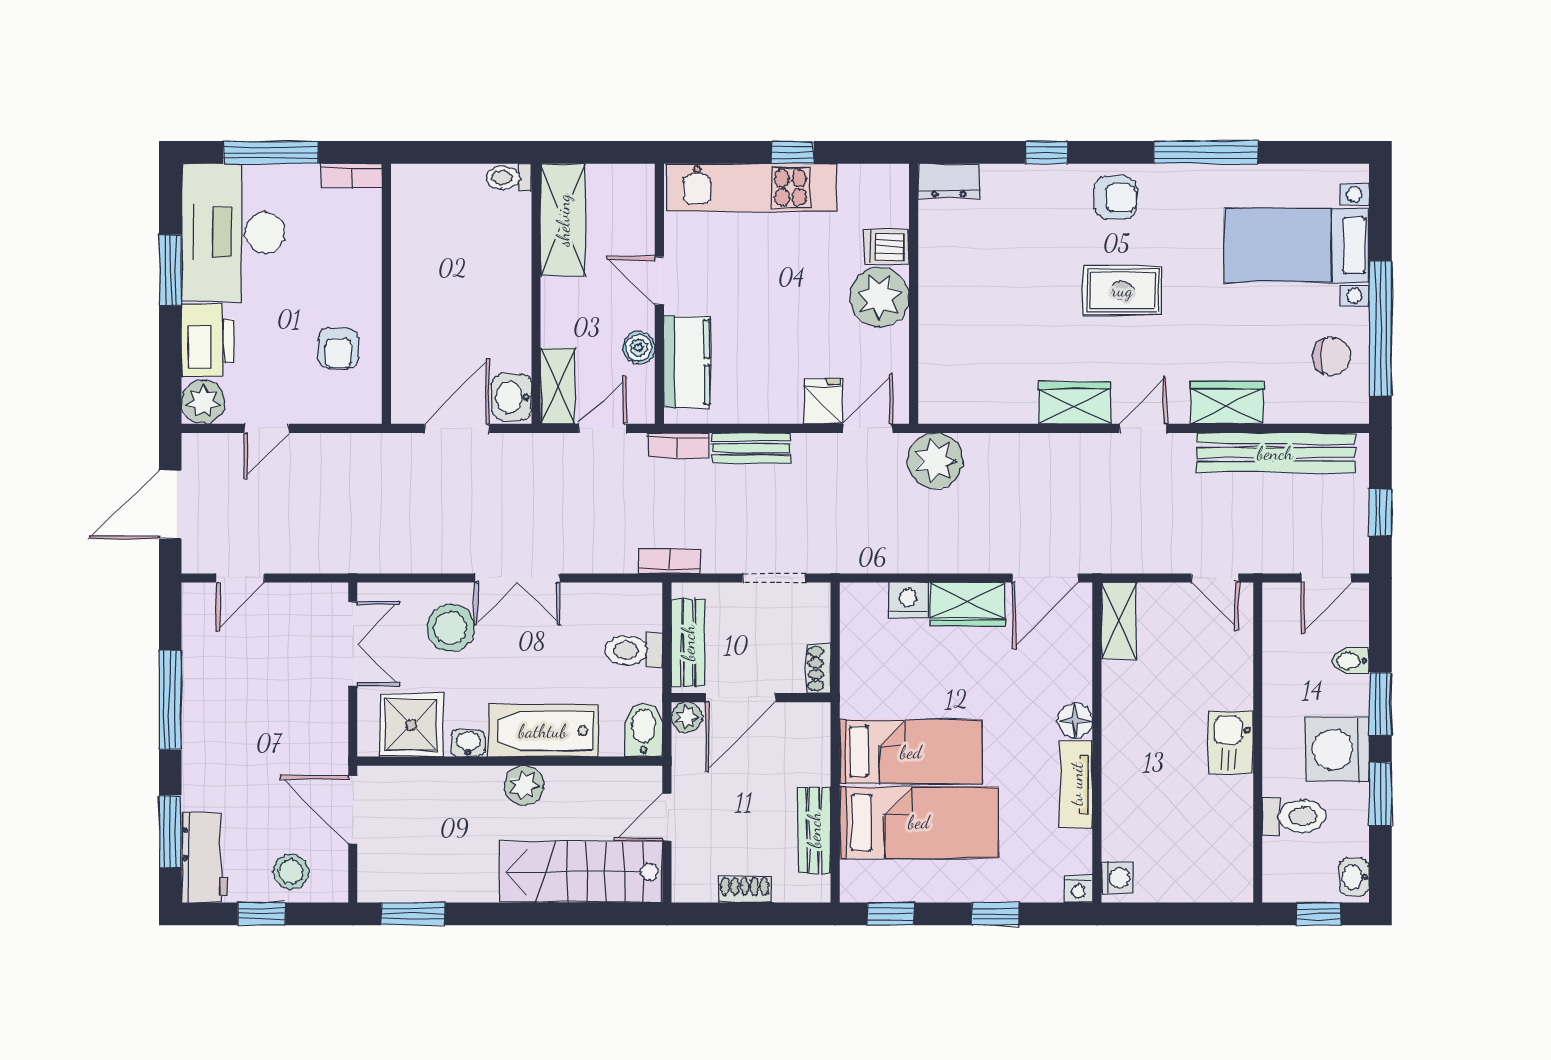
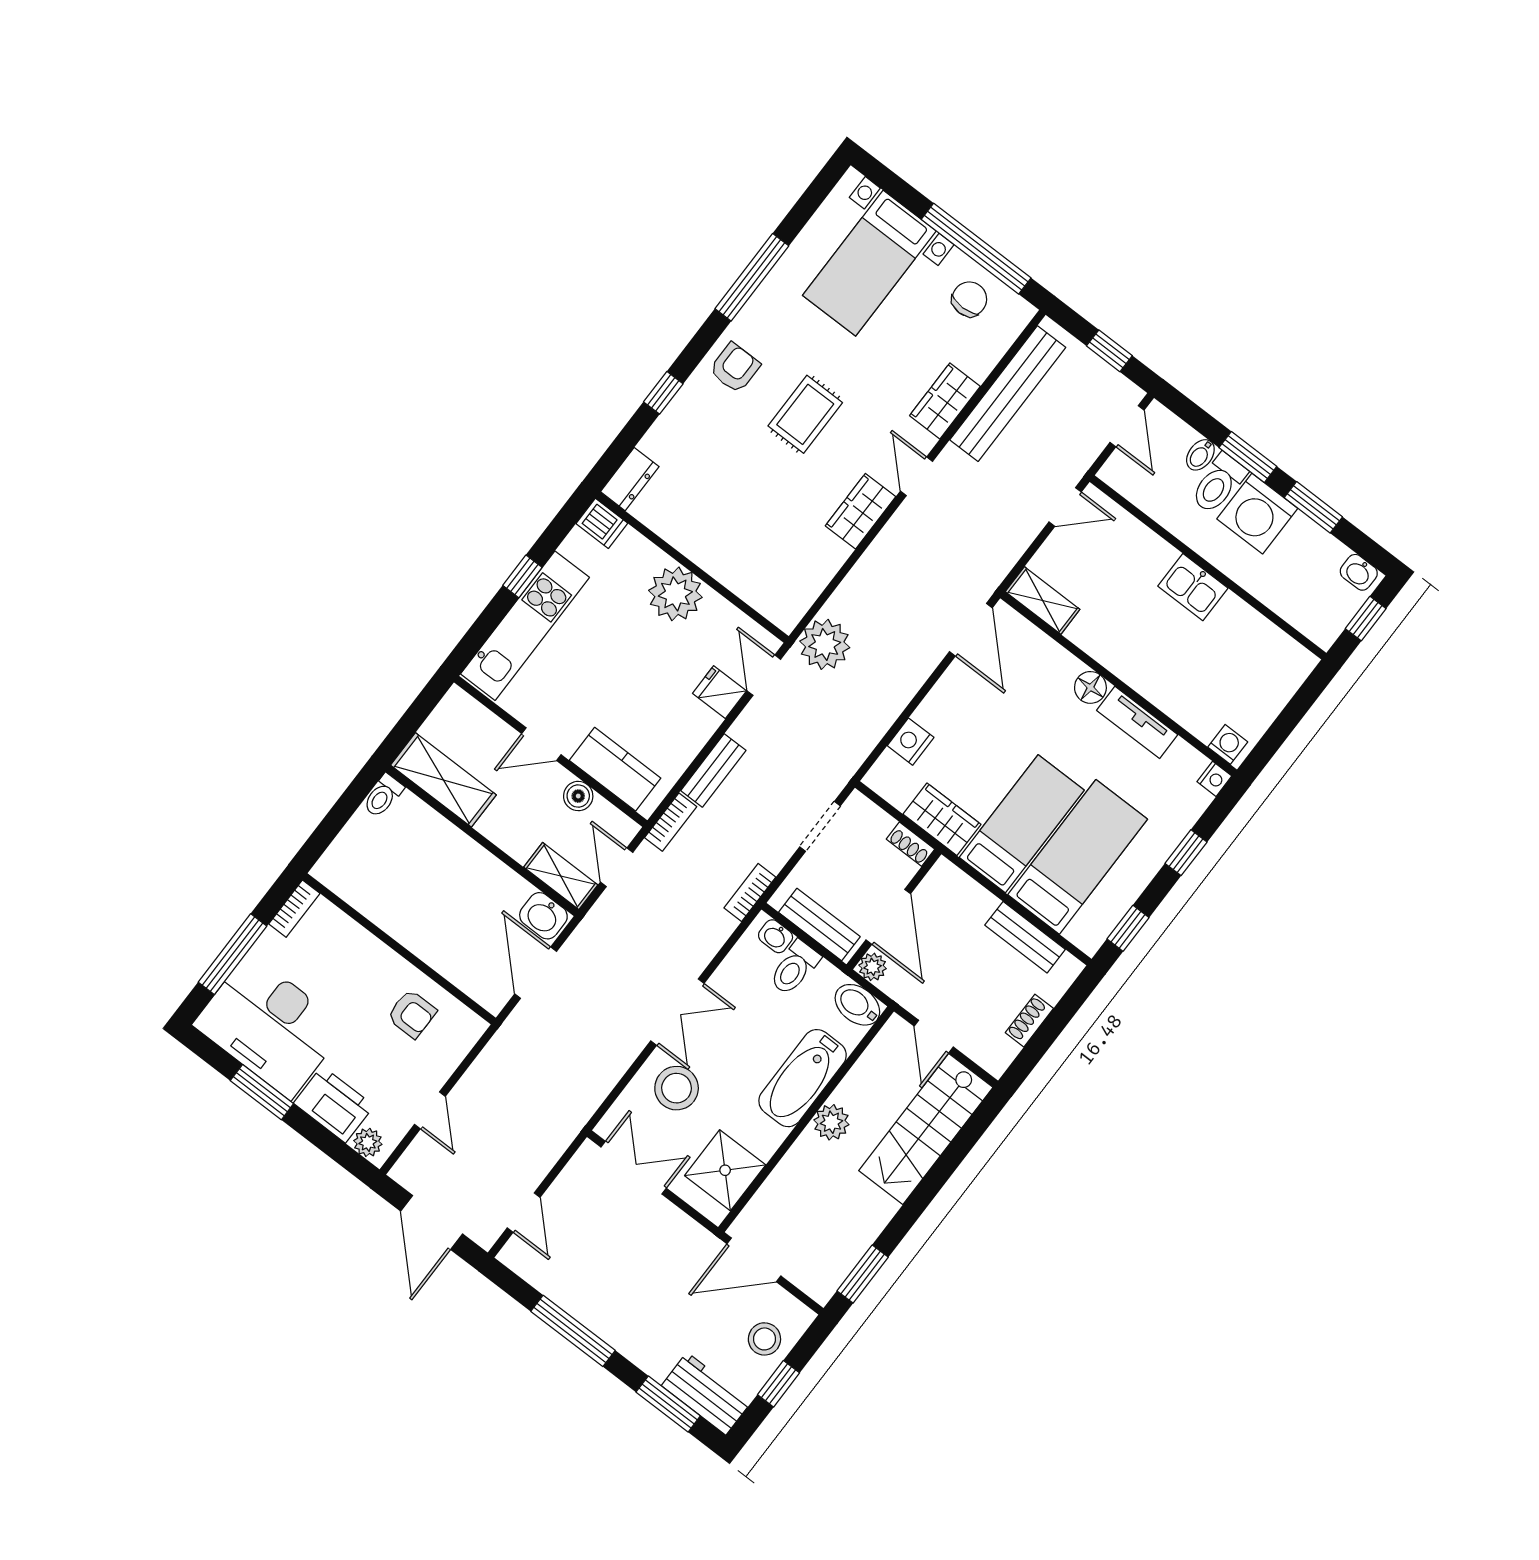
dishwasher: (887, 247) -> (602, 523), moved, turned -90
plant: (203, 402) -> (368, 1142), width x0.73, depth x0.73
wardrobe: (968, 604) -> (942, 819), moved, turned -90
washbasin: (468, 743) -> (776, 936), moved, turned -90
toilet: (1294, 816) -> (1218, 484), moved, turned 180

